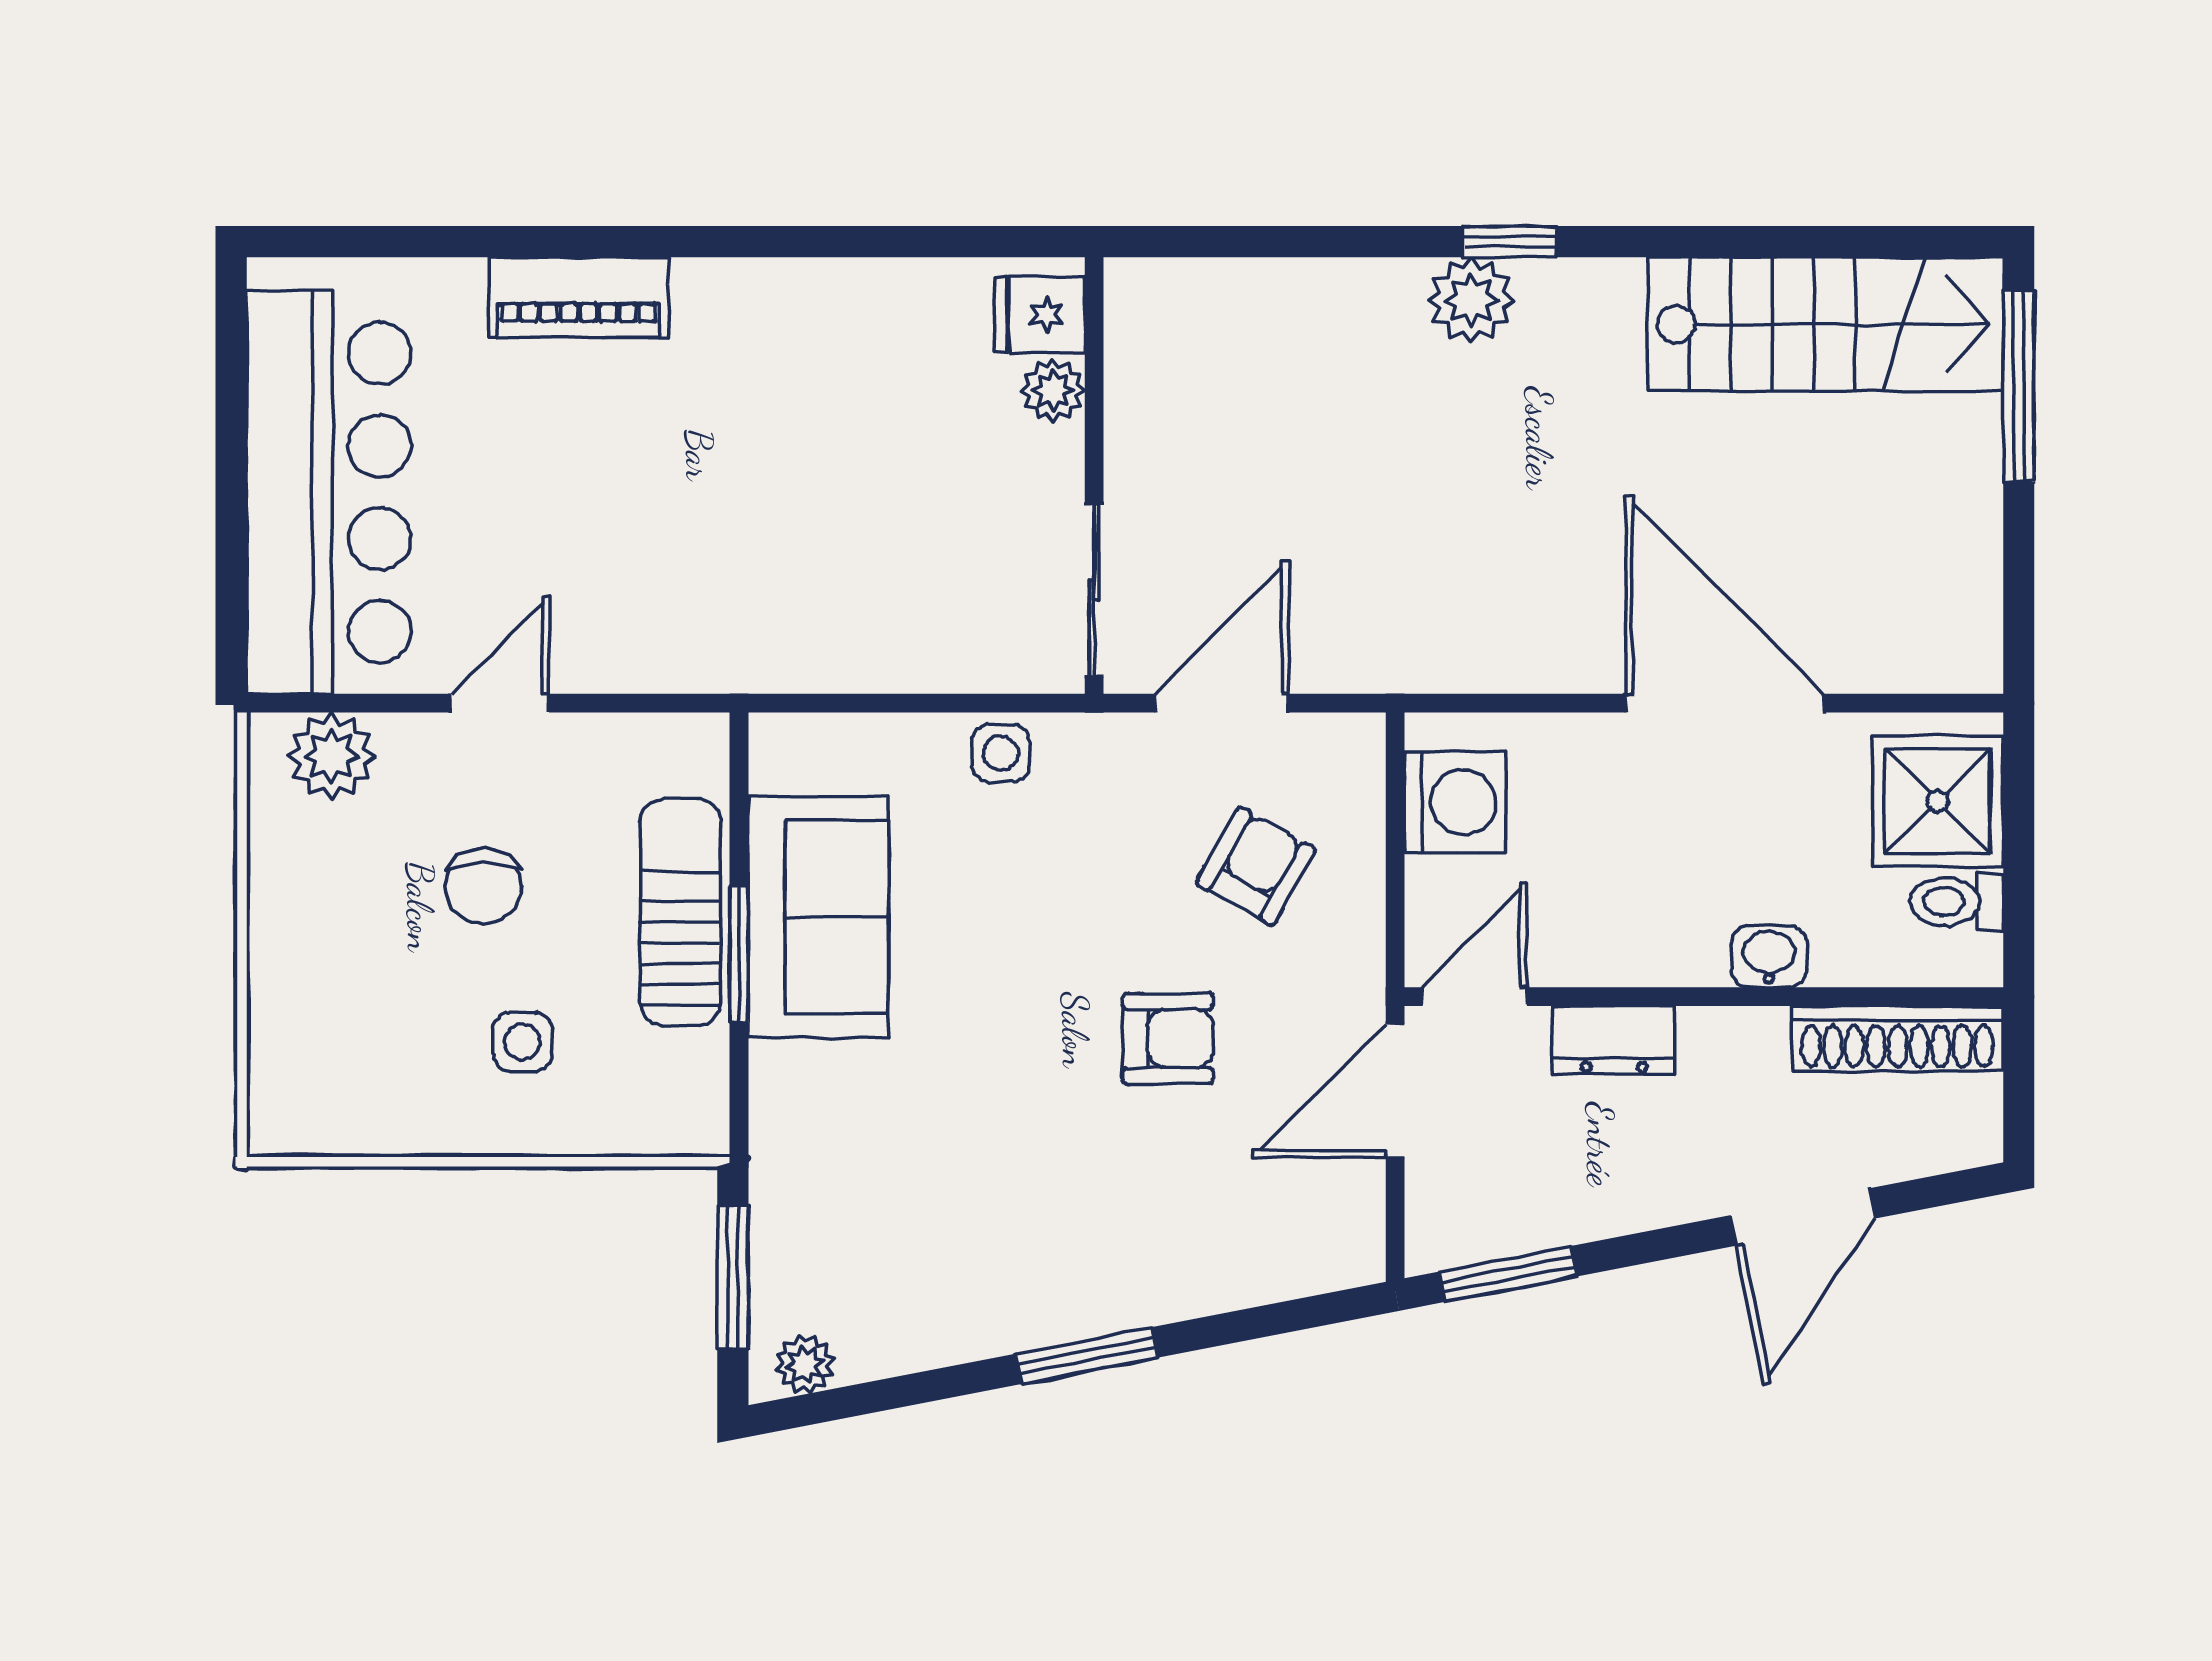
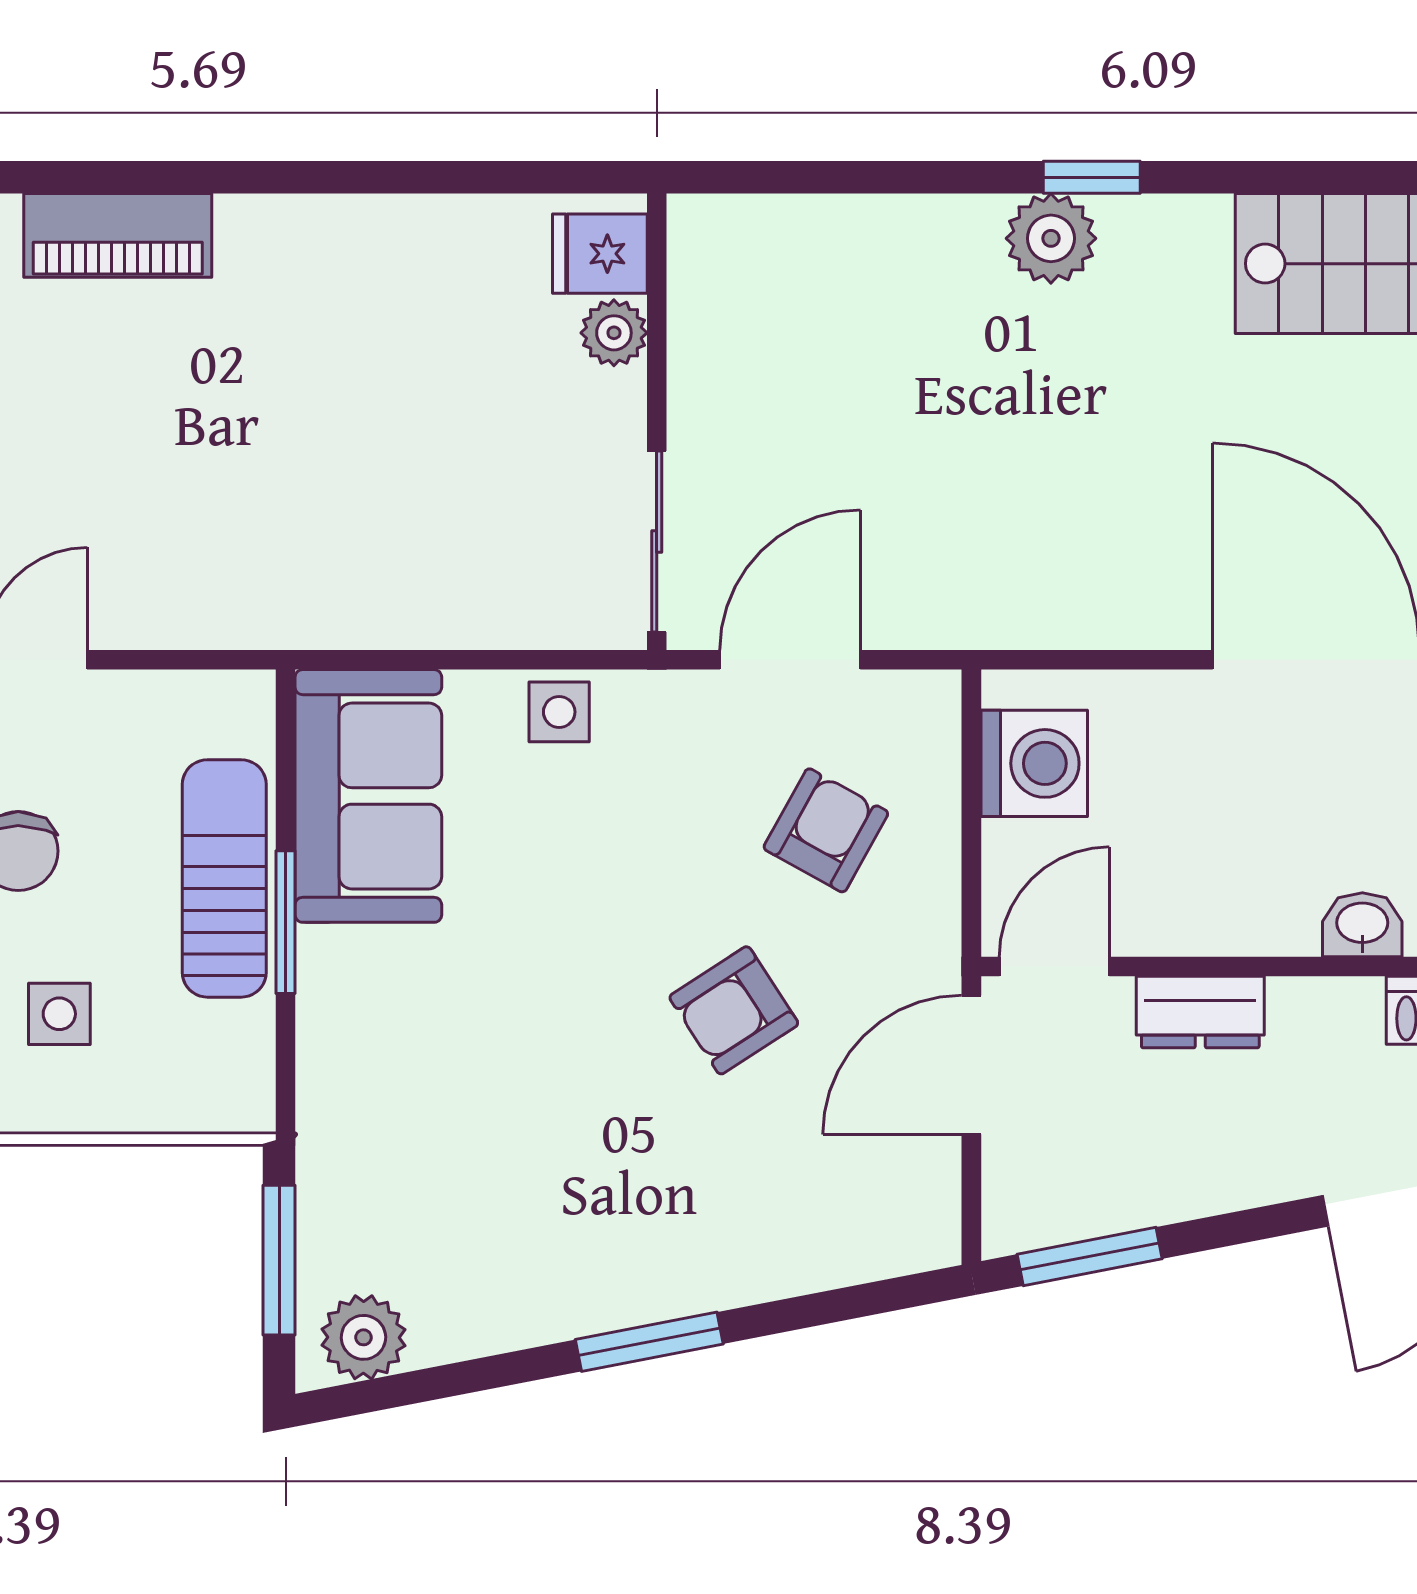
sofa: (818, 917) -> (368, 796), moved
armchair: (1168, 1039) -> (734, 1010), turned 147
plant: (805, 1364) -> (363, 1337), width x1.38, depth x1.38

